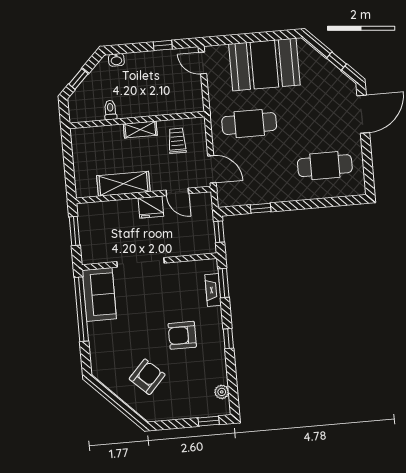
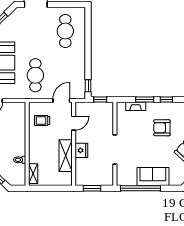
shelving: (140, 129) -> (33, 174), moved
fridge: (151, 207) -> (81, 150), moved
window: (261, 208) -> (88, 86), moved
window: (224, 283) -> (145, 100), moved
sofa: (99, 294) -> (153, 177), moved
armchair: (182, 335) -> (162, 128), turned 90

